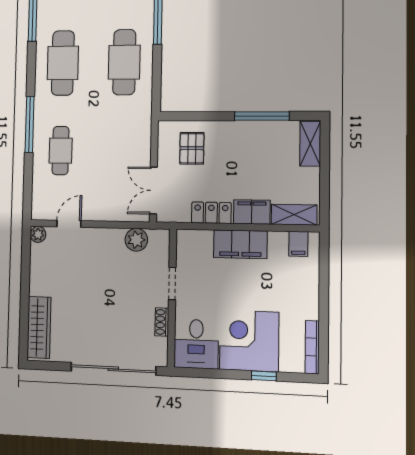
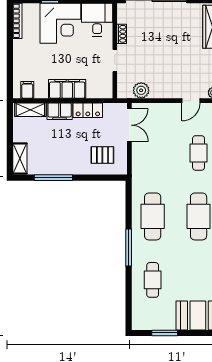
pallet: (192, 148) -> (102, 155), turned 90

